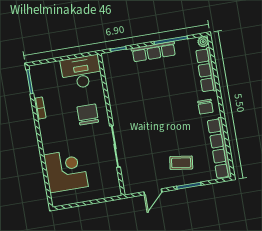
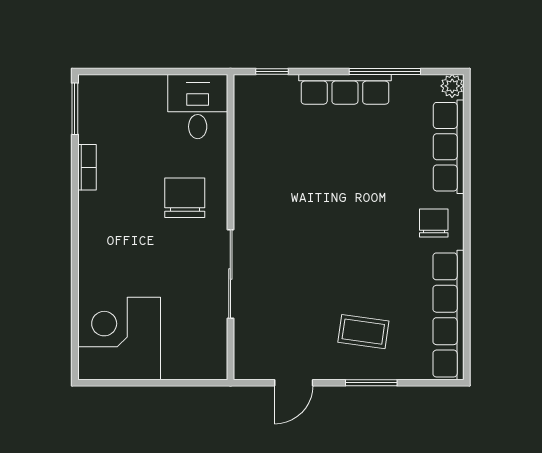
desk: (81, 72) -> (198, 107), width x0.73
chair: (205, 107) -> (434, 223), turned 180
corner desk: (66, 171) -> (119, 338), moved, turned -90

